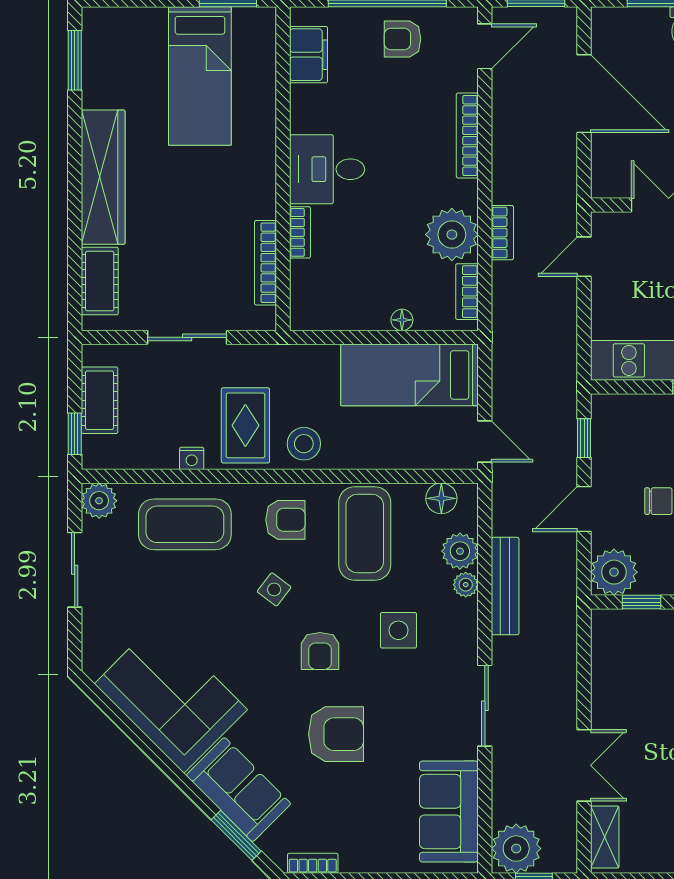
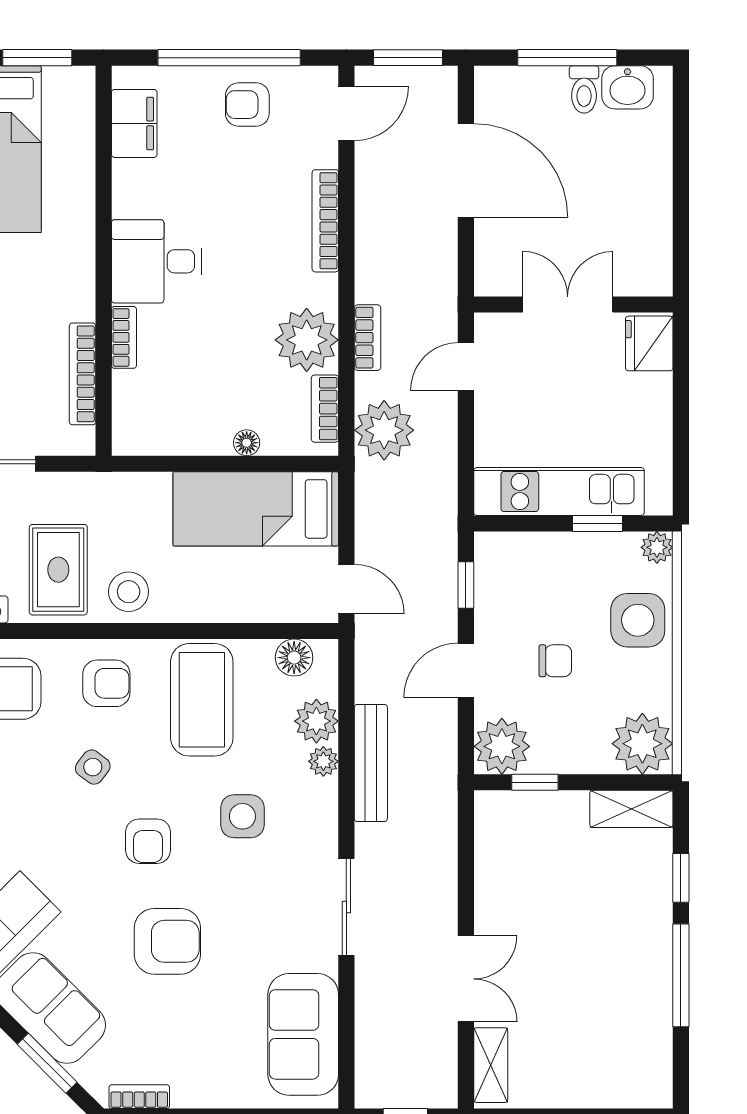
plant: (516, 849) -> (384, 430), moved

